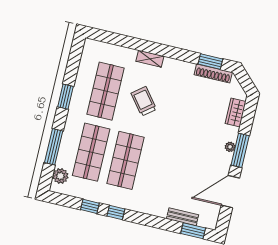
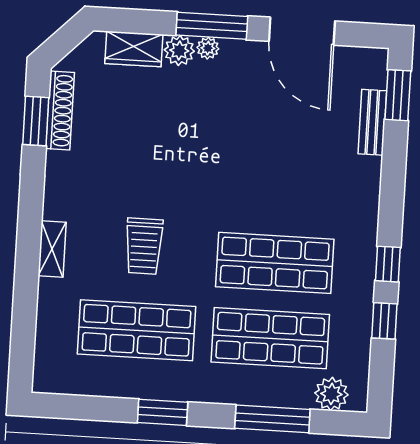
trolley: (144, 101) -> (144, 246), turned -52
plant: (231, 133) -> (179, 51), added

